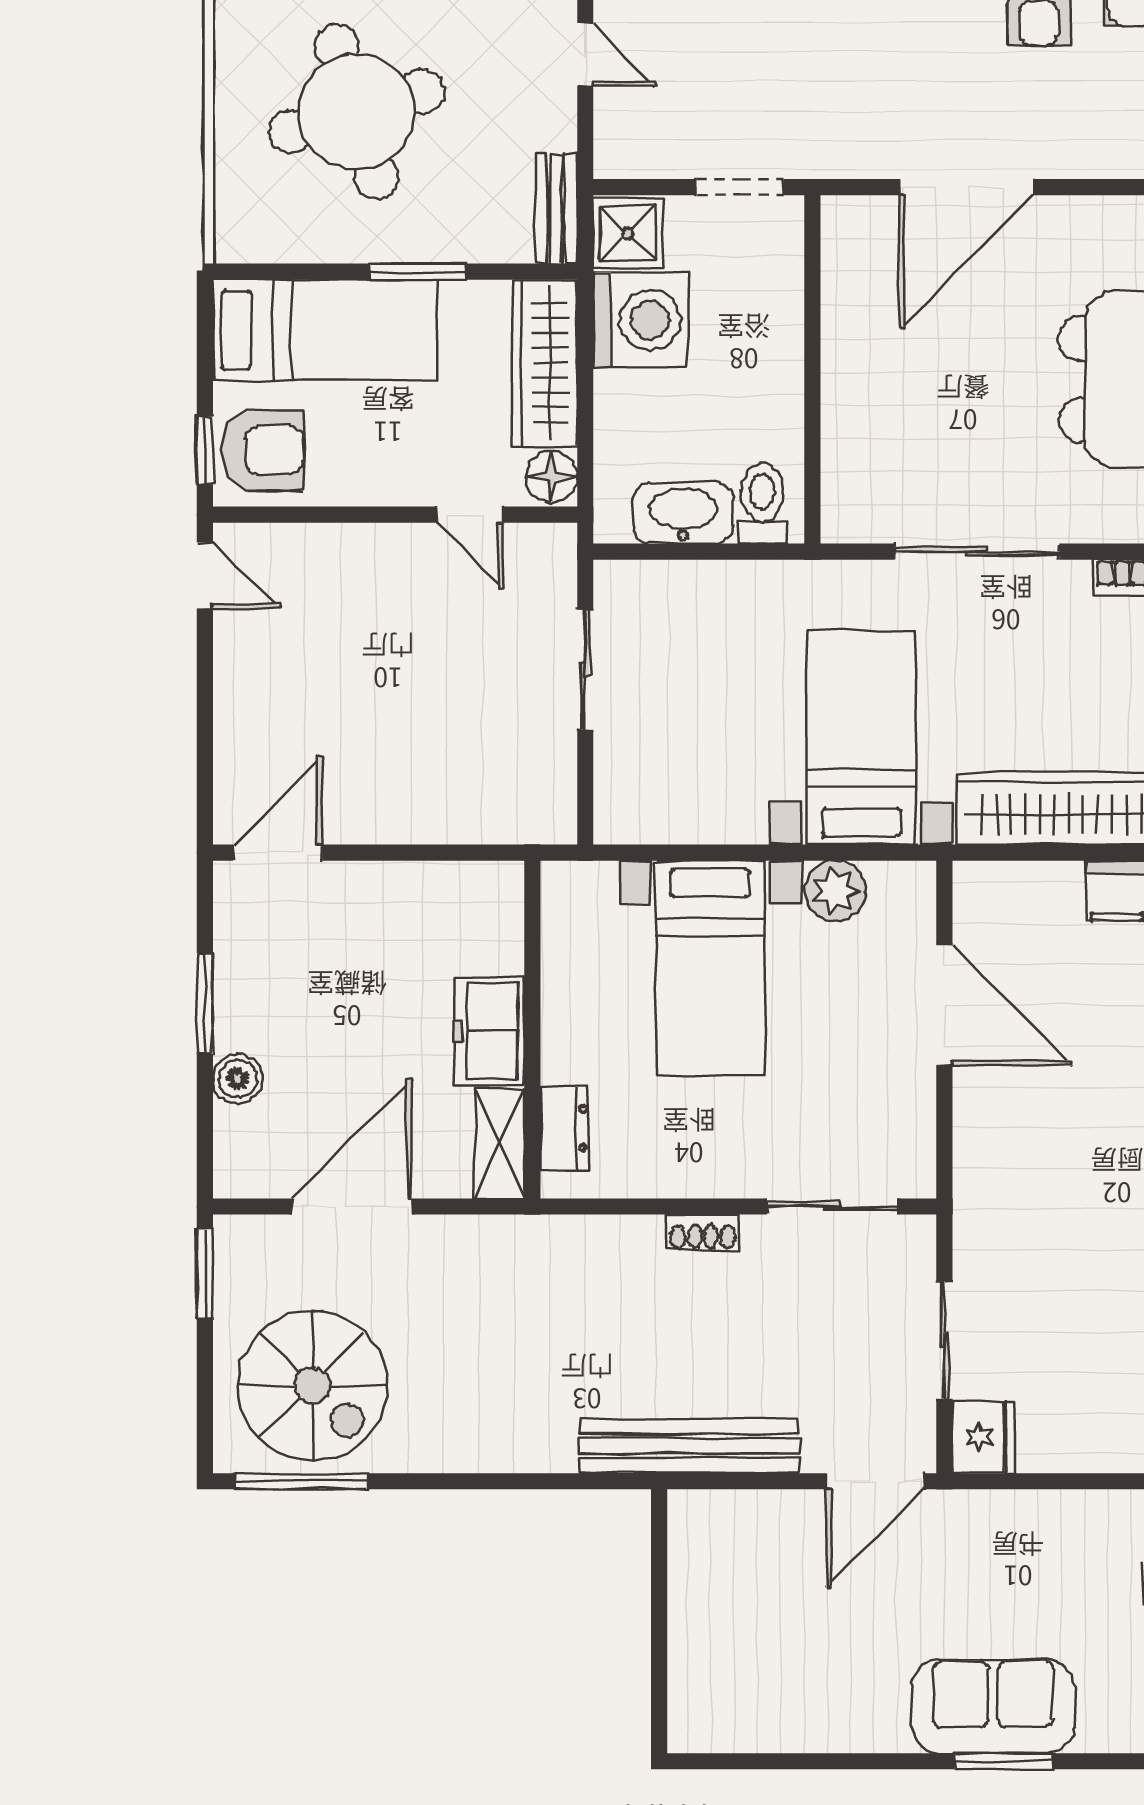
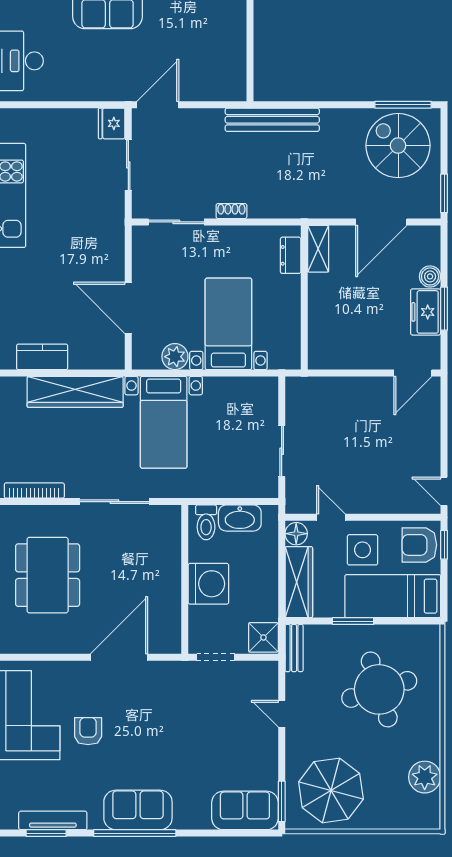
washing machine: (641, 320) -> (208, 584), moved, turned 180
side table: (396, 439) -> (363, 550), added
freezer: (489, 1031) -> (426, 312), moved, turned 180
bench: (689, 1446) -> (272, 120), moved

